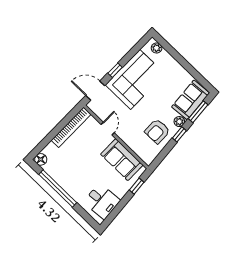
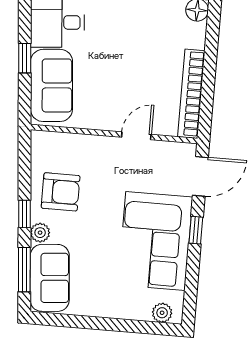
door: (108, 129) -> (136, 136), swing flipped
armchair: (157, 131) -> (61, 192), turned 91
sofa: (122, 160) -> (51, 85), moved, turned 85
window: (137, 186) -> (25, 58), moved

